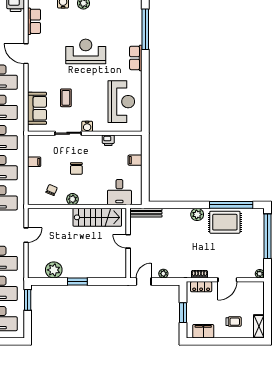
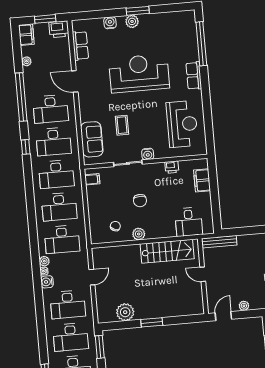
reception desk: (86, 51) -> (139, 73), width x1.36, depth x1.30
filing cabinet: (135, 160) -> (202, 180), width x2.00
filing cabinet: (34, 162) -> (92, 179), moved

